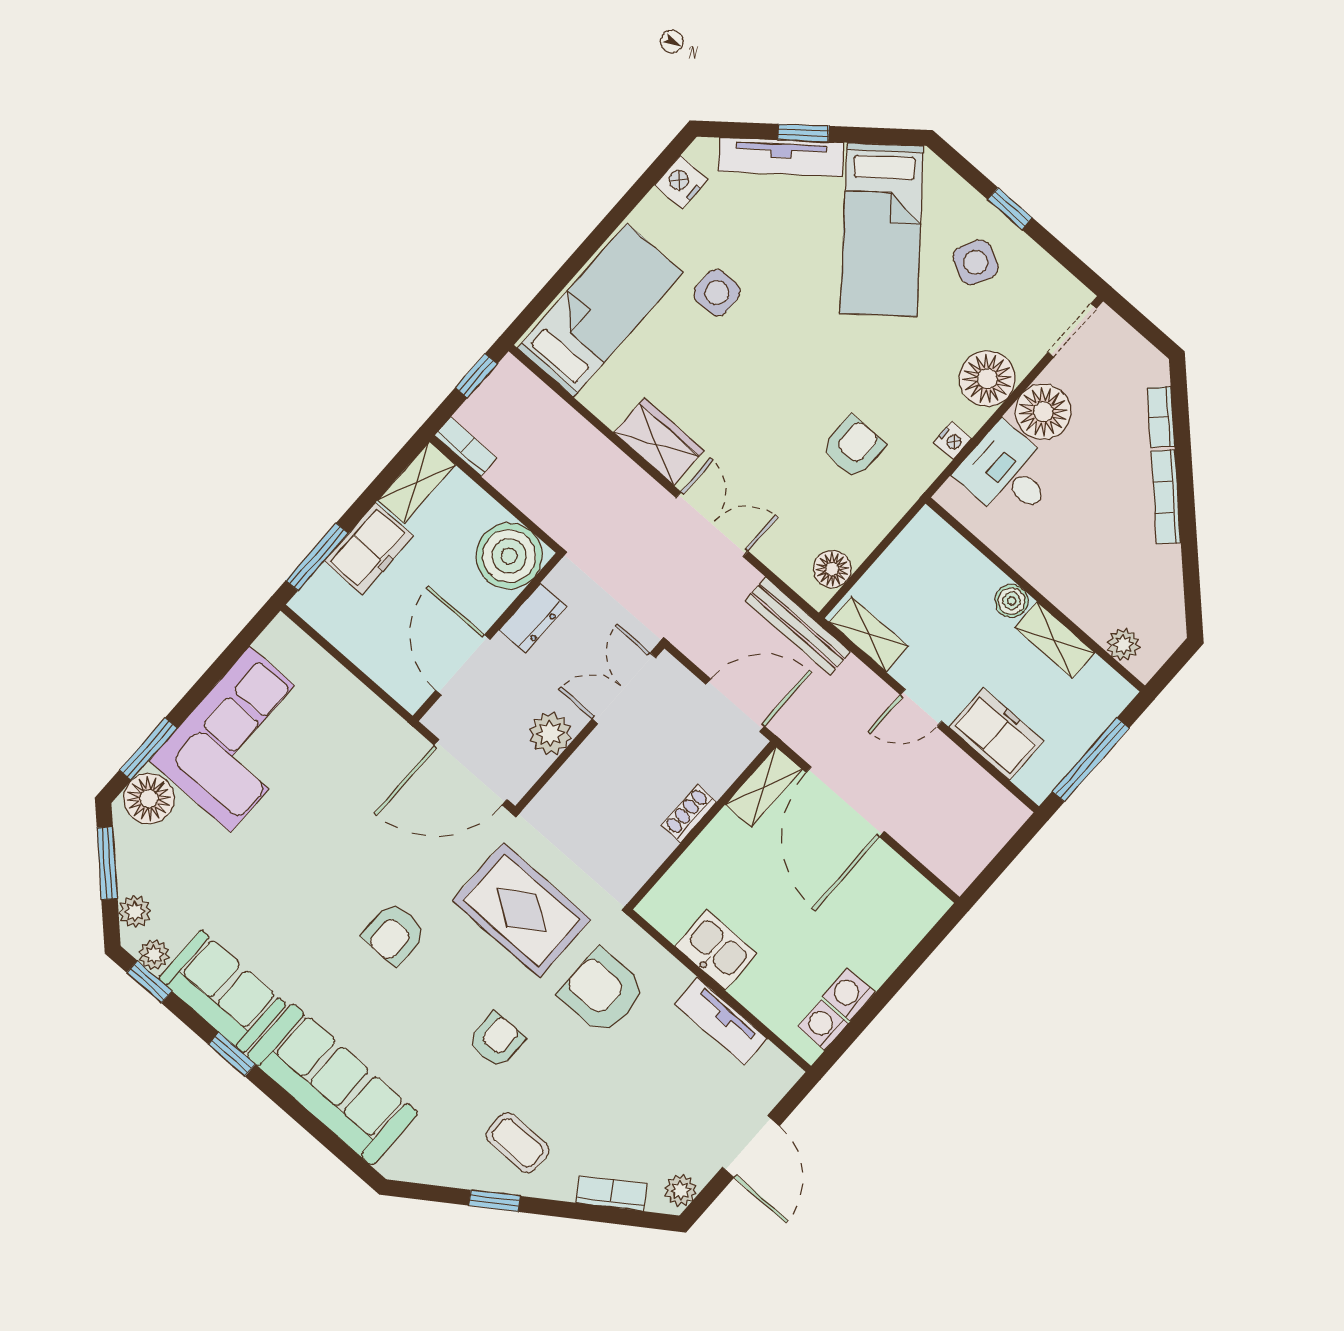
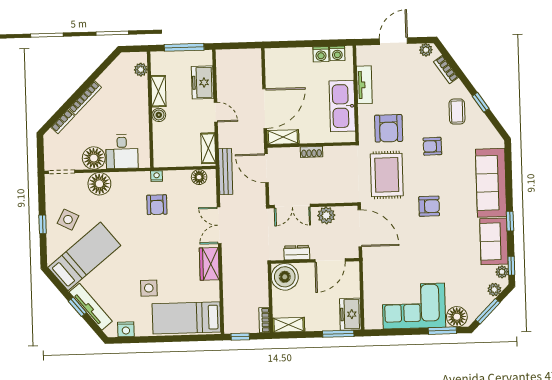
nightstand: (952, 441) -> (157, 176), moved
armchair: (853, 447) -> (157, 205), turned -90
freezer: (369, 549) -> (350, 314), moved, turned -90
kitchen sink: (716, 950) -> (342, 106), width x1.87, depth x1.24

